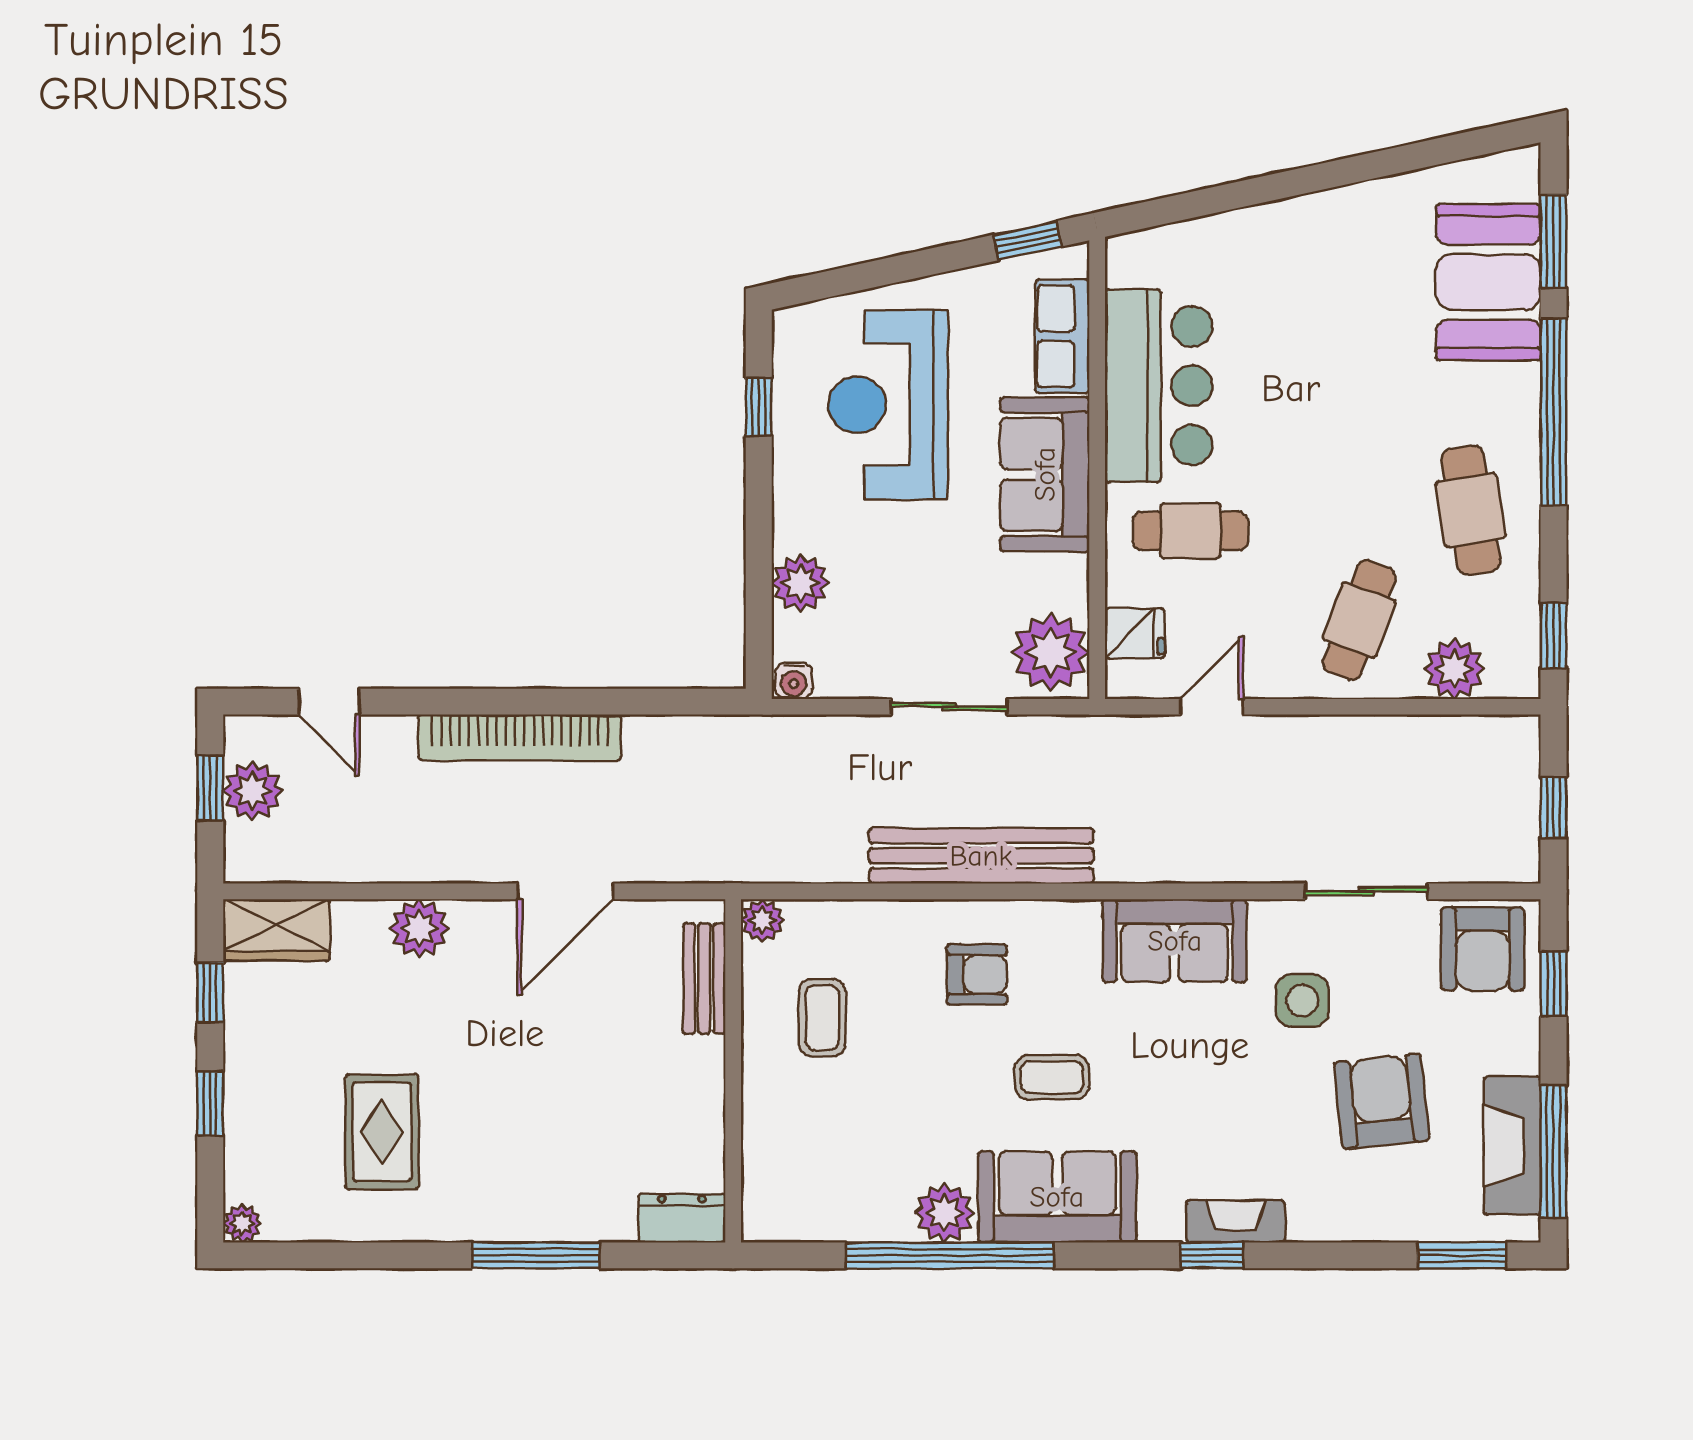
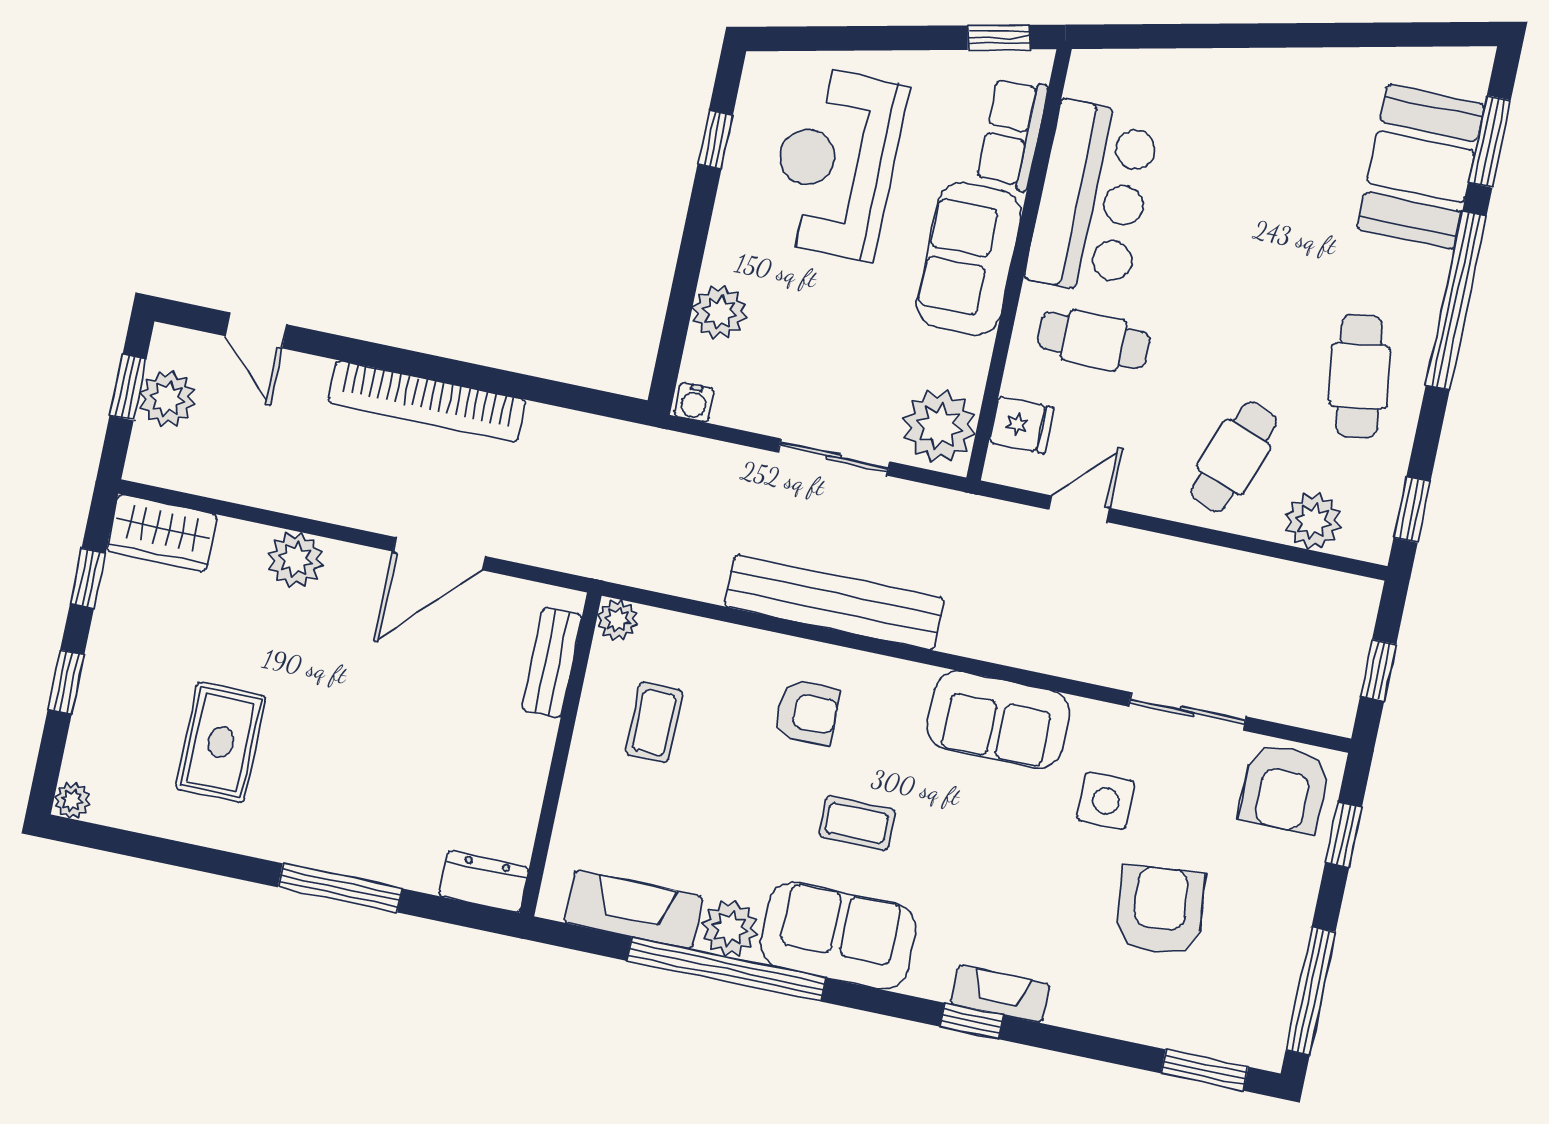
fireplace: (1512, 1146) -> (634, 910), moved, turned 90

